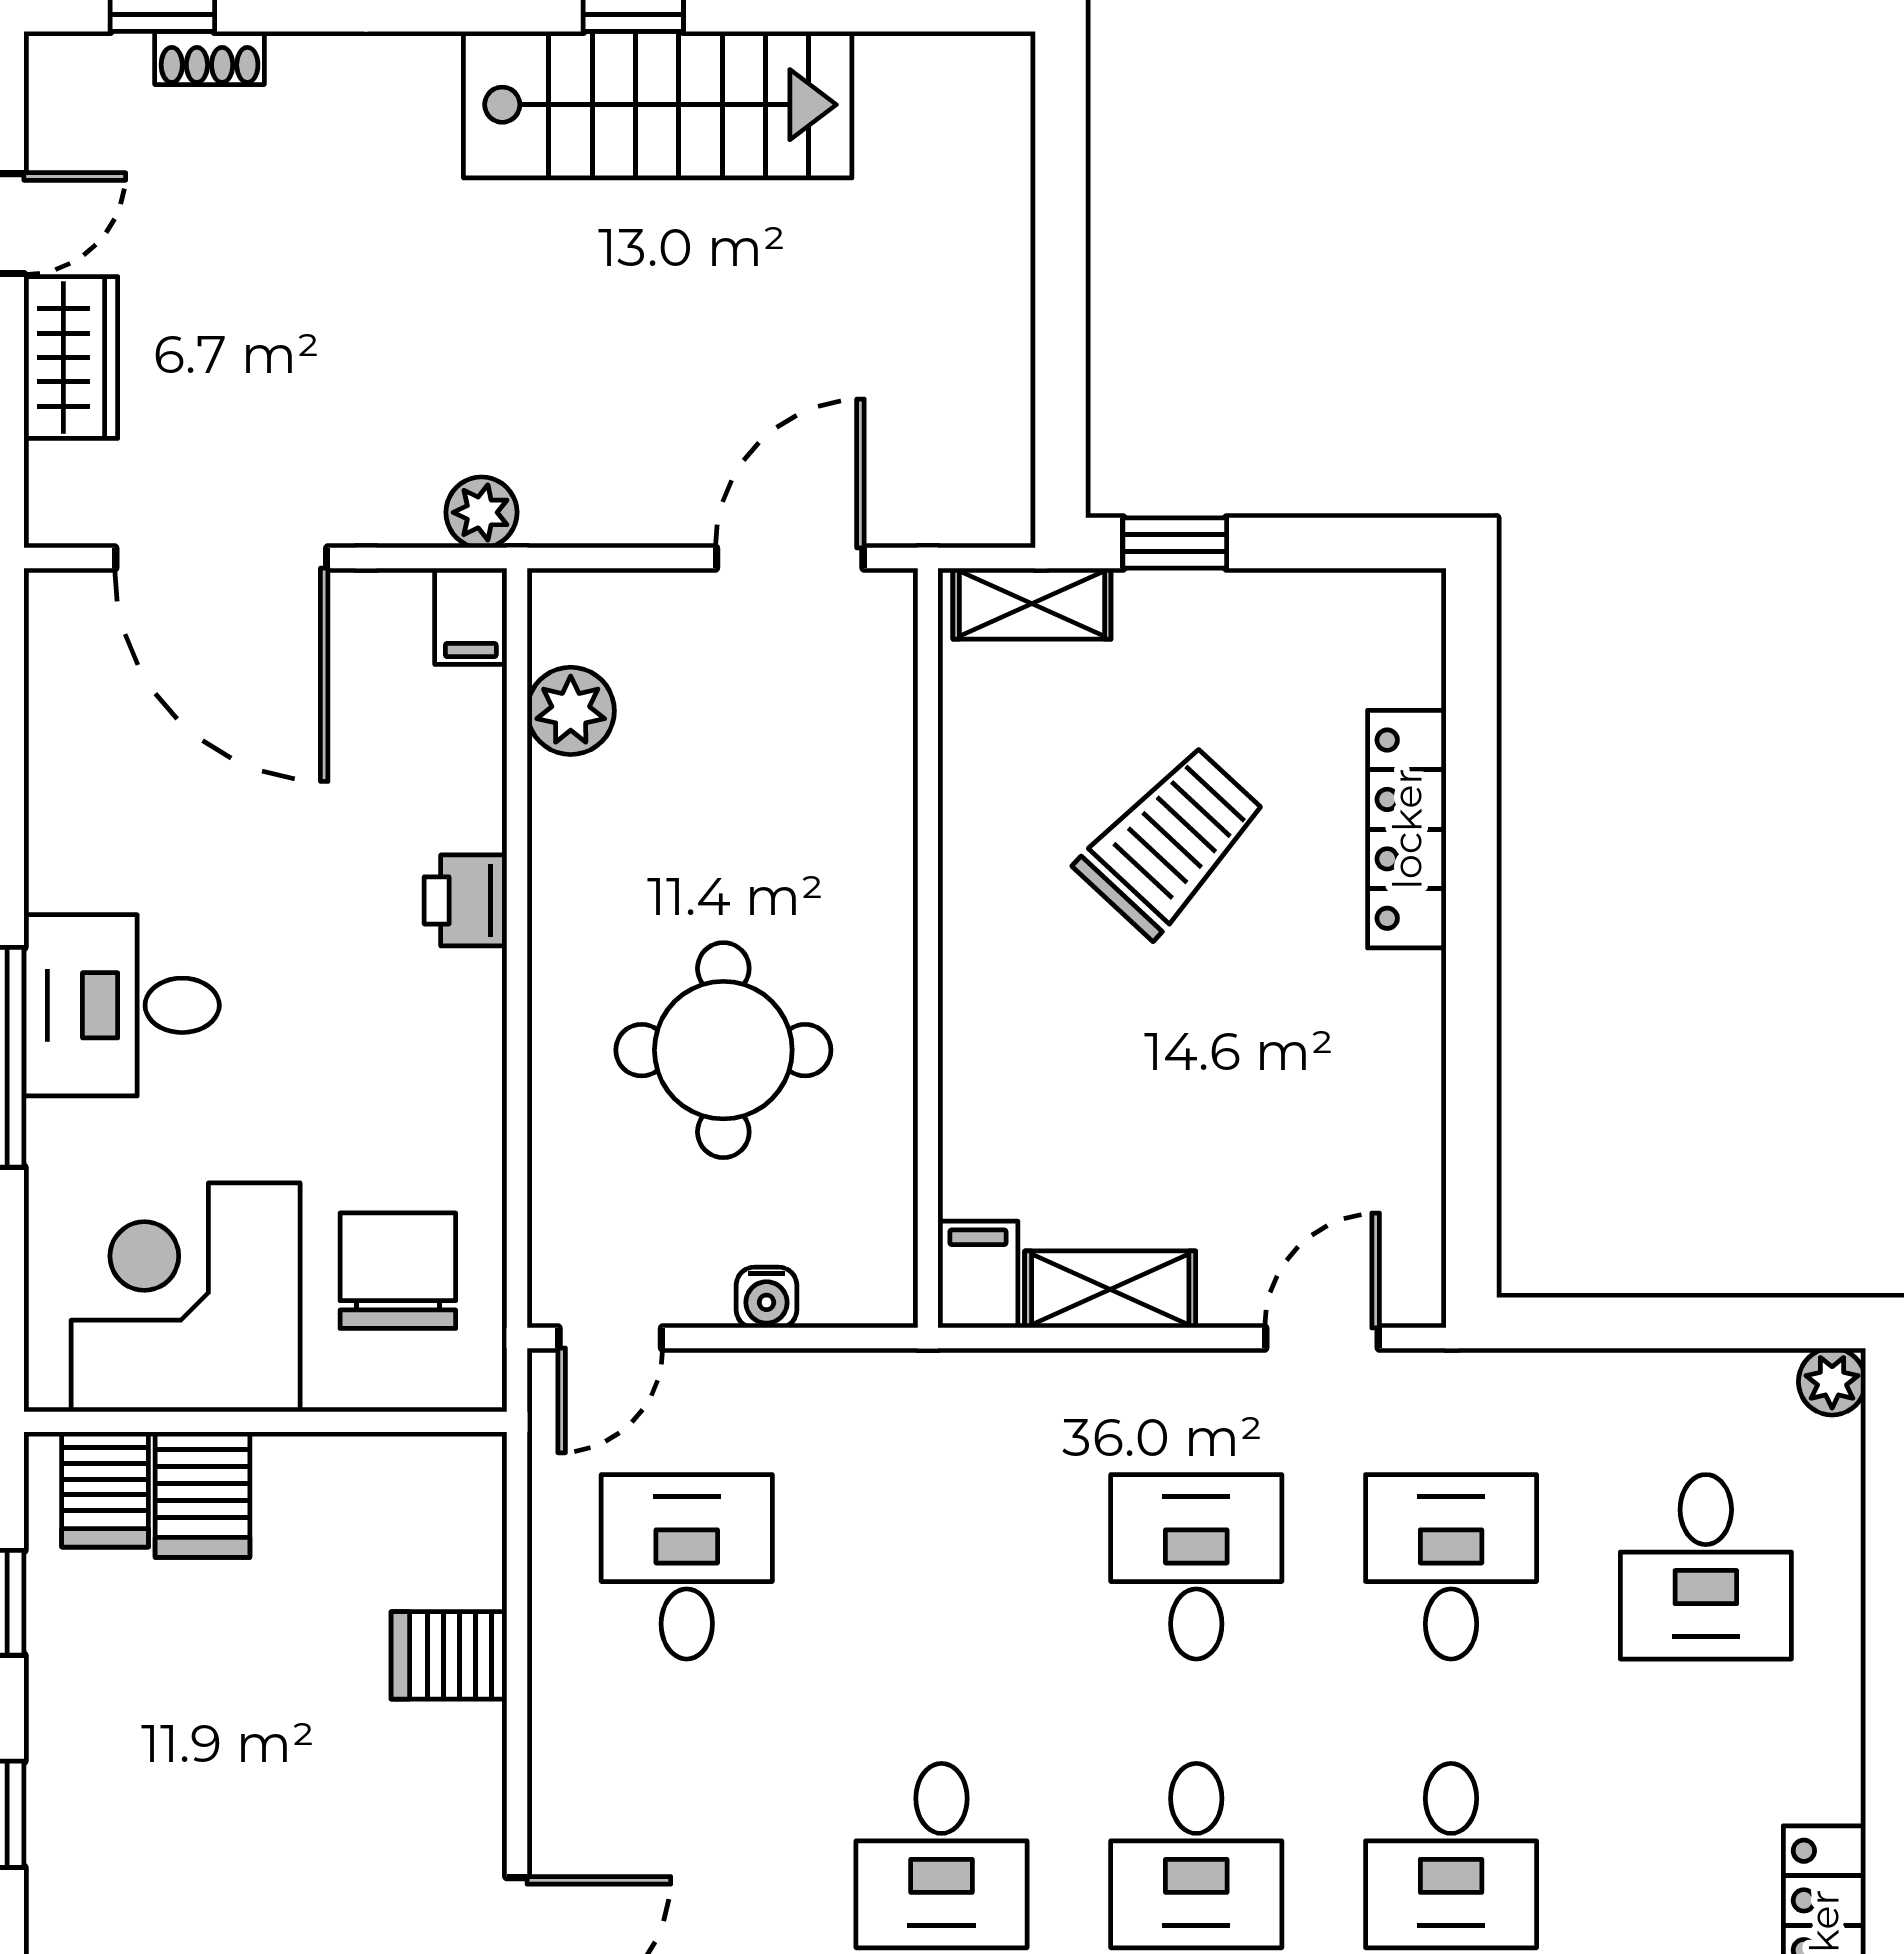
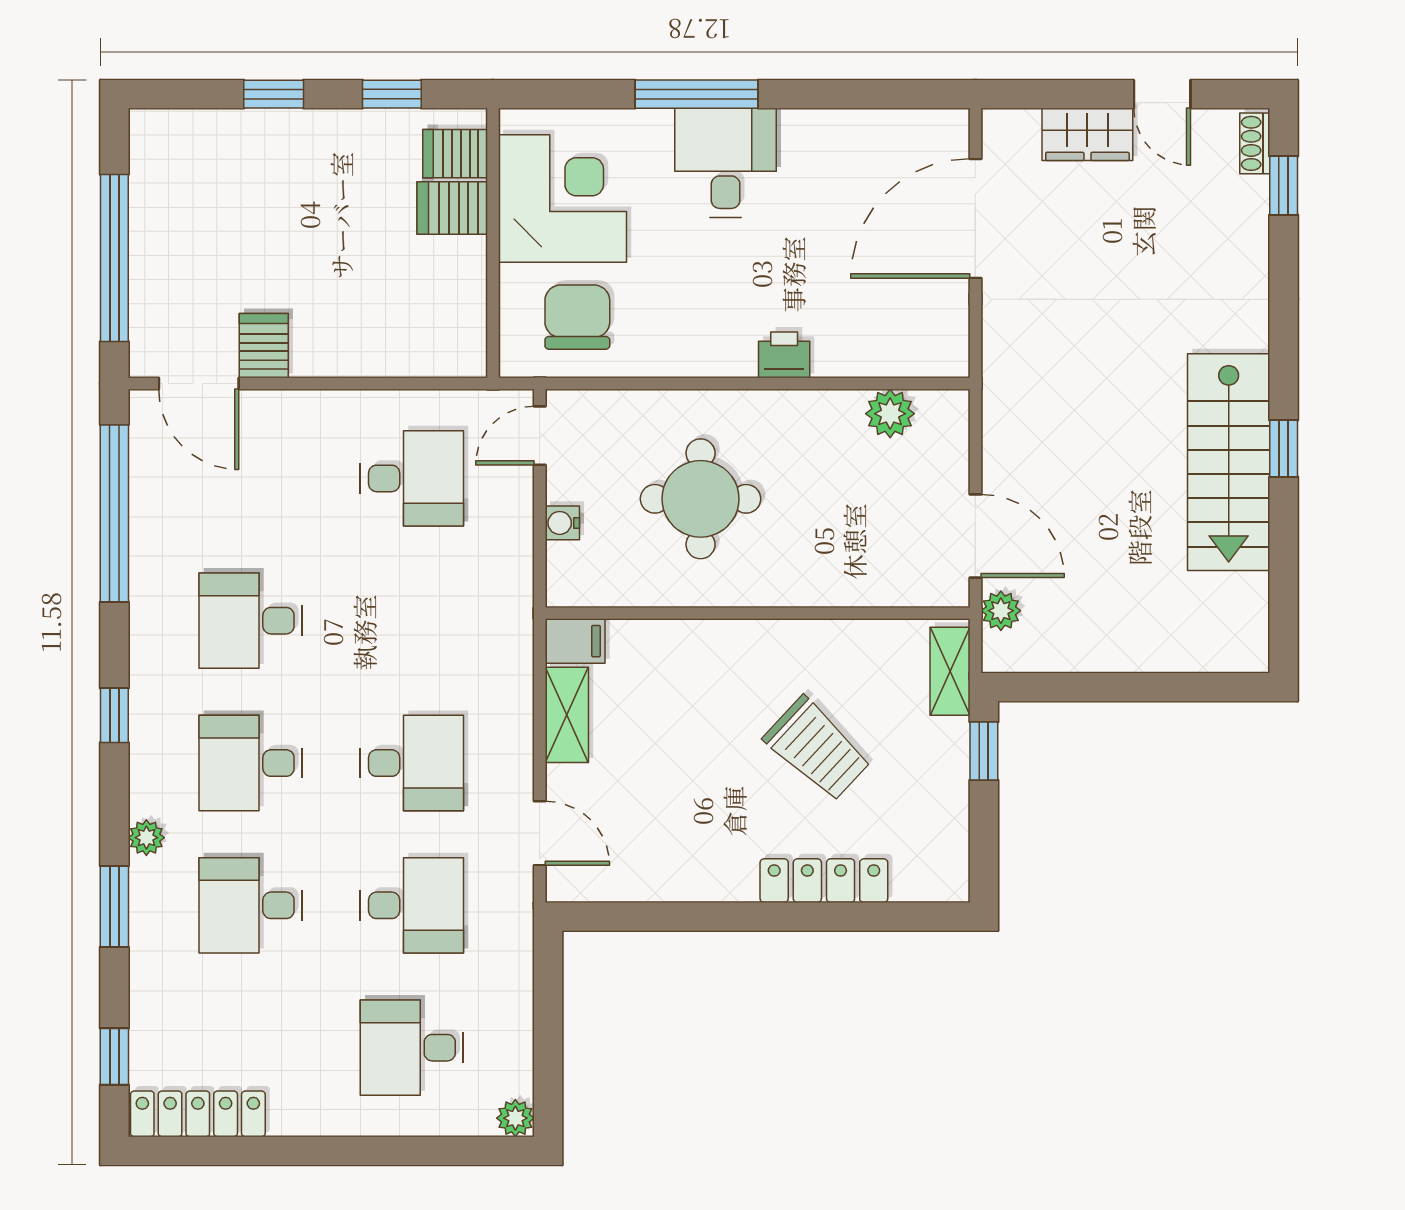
shoe rack: (210, 58) -> (1255, 143), moved
plant: (481, 512) -> (1001, 611), moved
filing cabinet: (471, 616) -> (943, 358), removed
chair: (398, 1271) -> (577, 317), turned -90
door: (610, 1338) -> (540, 436), hinge flipped
server rack: (449, 1655) -> (264, 346), moved

